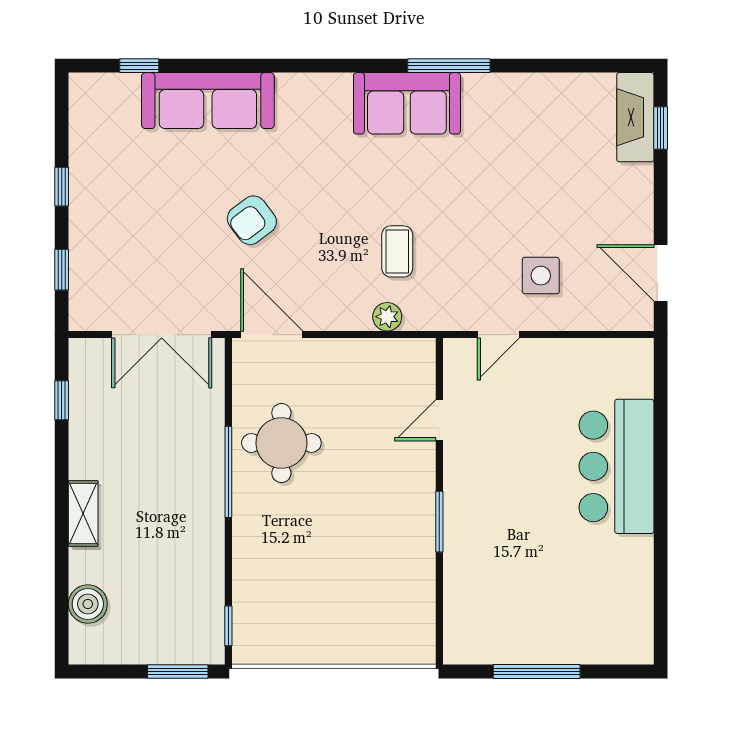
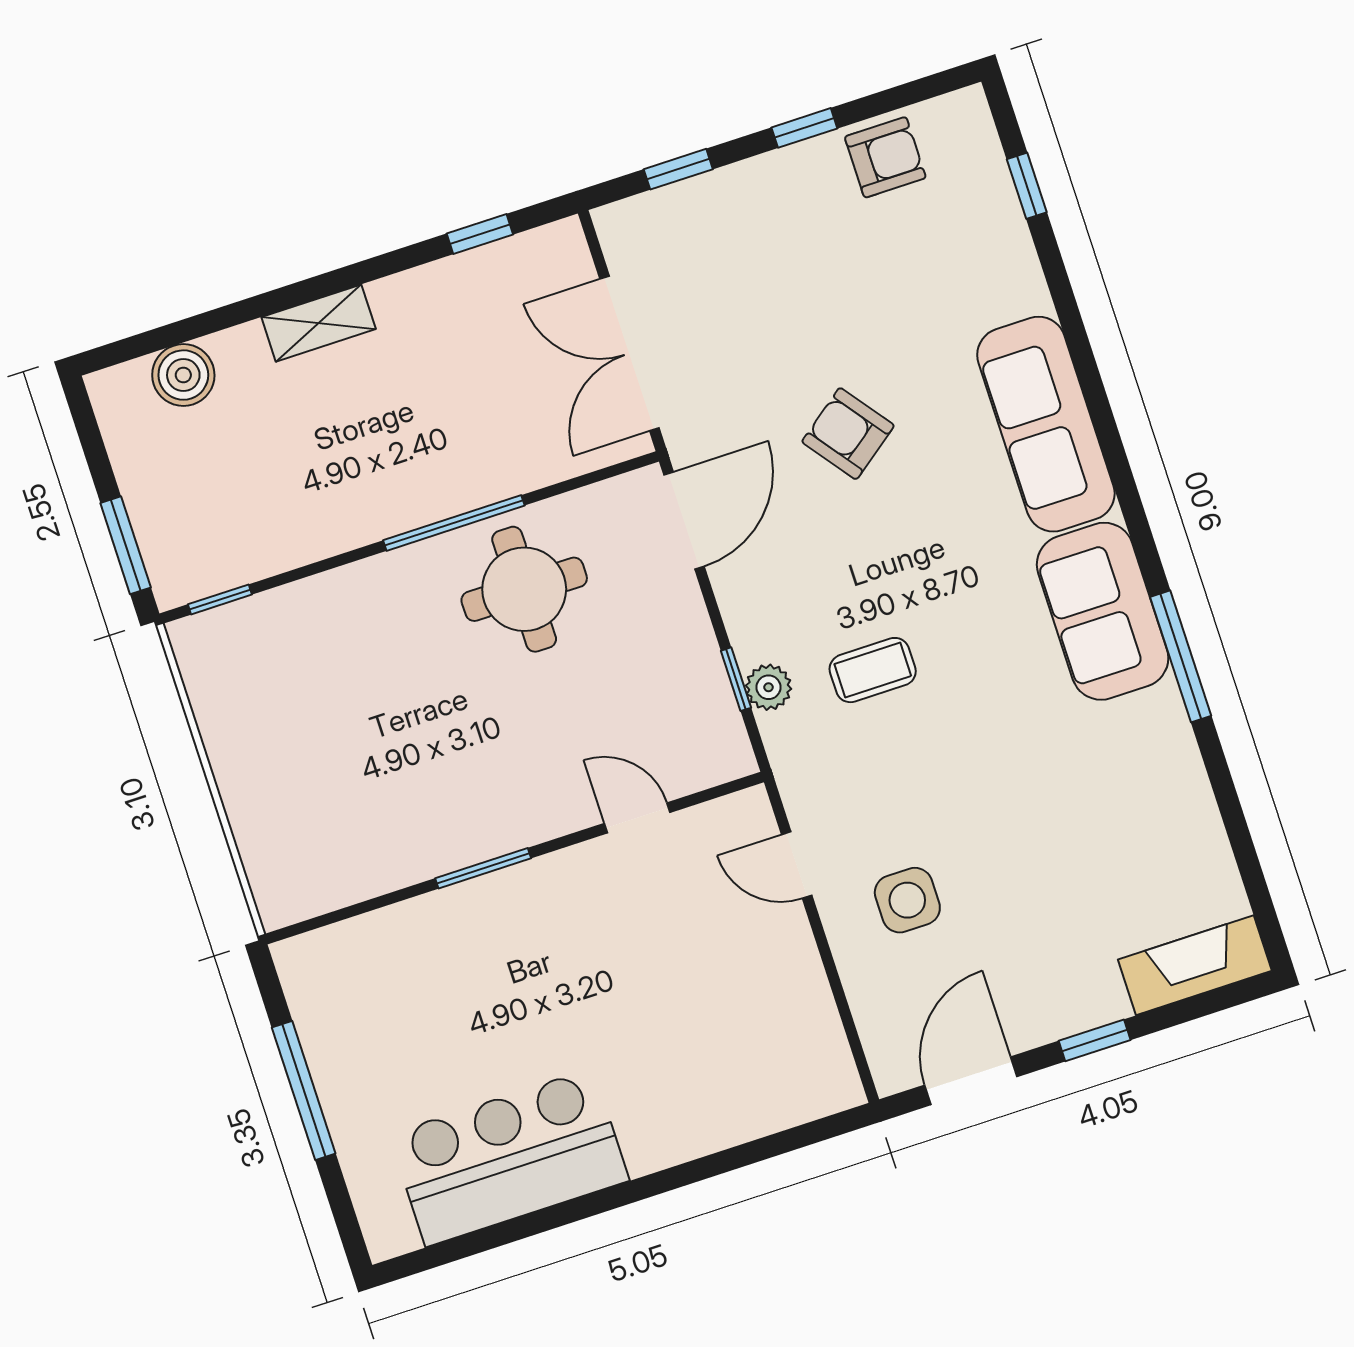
sofa: (208, 101) -> (1046, 424), moved
window: (661, 128) -> (1095, 1040), moved
armchair: (95, 144) -> (885, 157), added
window: (376, 335) -> (736, 679), added
bar counter: (616, 466) -> (509, 1157), moved

